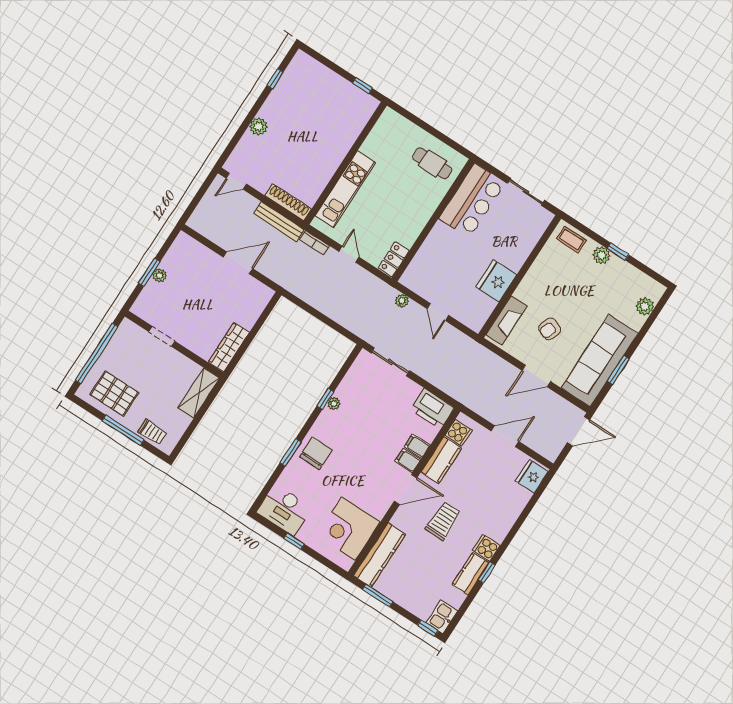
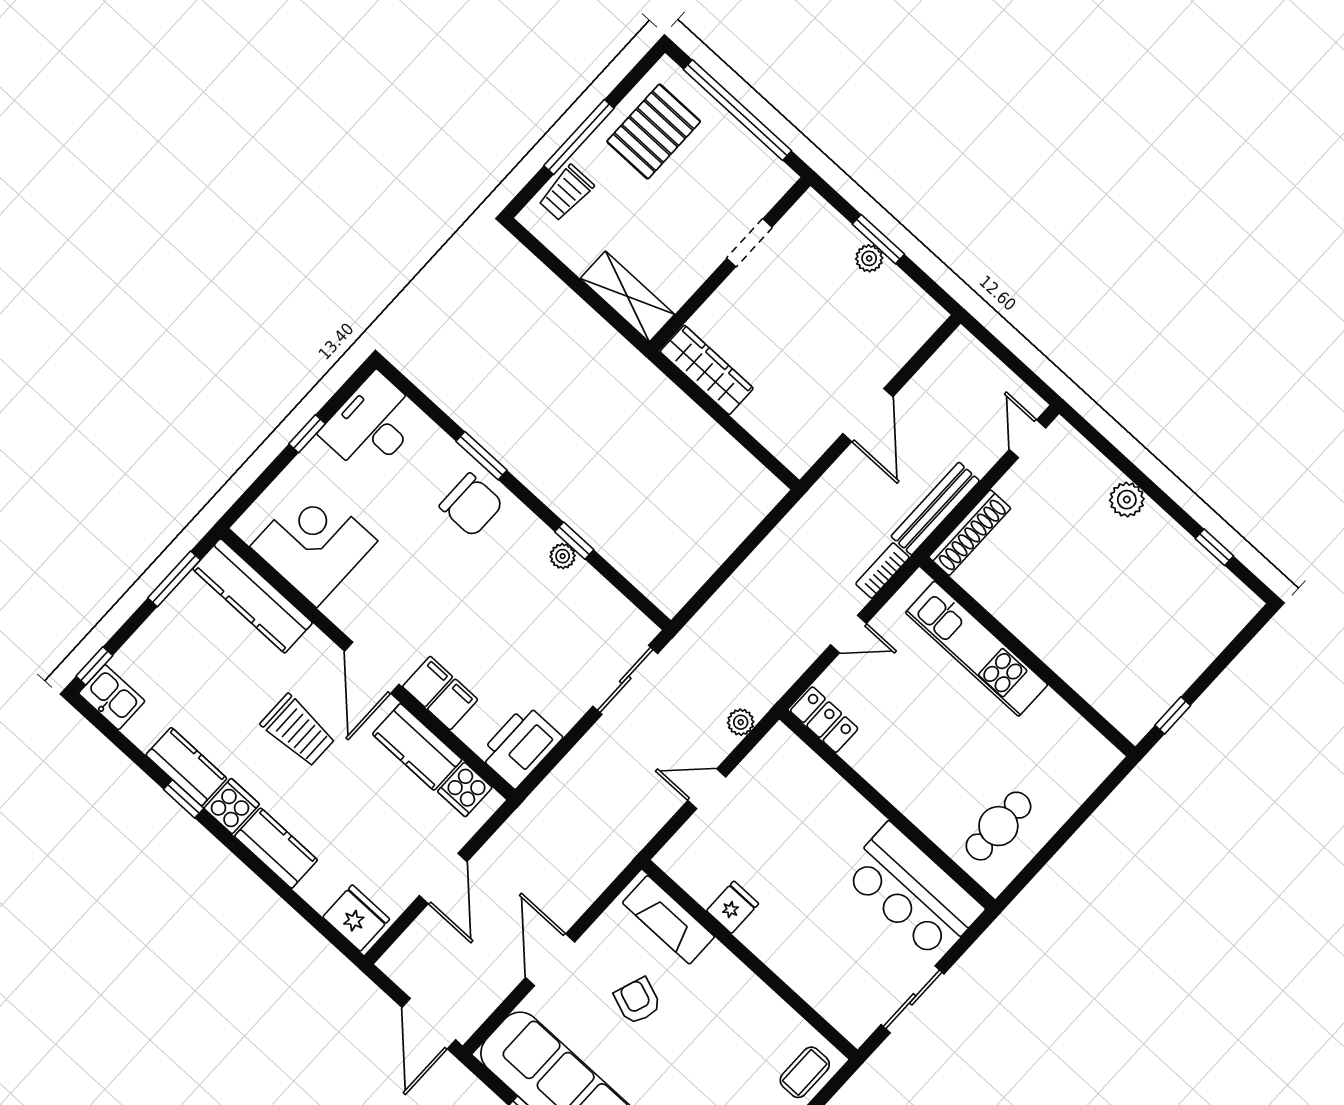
fridge: (496, 281) -> (733, 907), width x0.53, depth x0.75
kitchen counter: (504, 522) -> (276, 848), added

